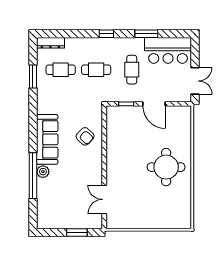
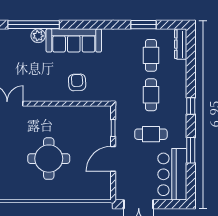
armchair: (85, 136) -> (77, 82), turned 134
round table: (166, 167) -> (49, 159), moved

